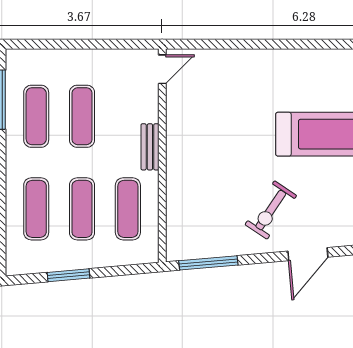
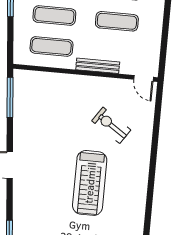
bench: (150, 147) -> (98, 66), width x1.36
exercise bike: (271, 210) -> (111, 125), moved

